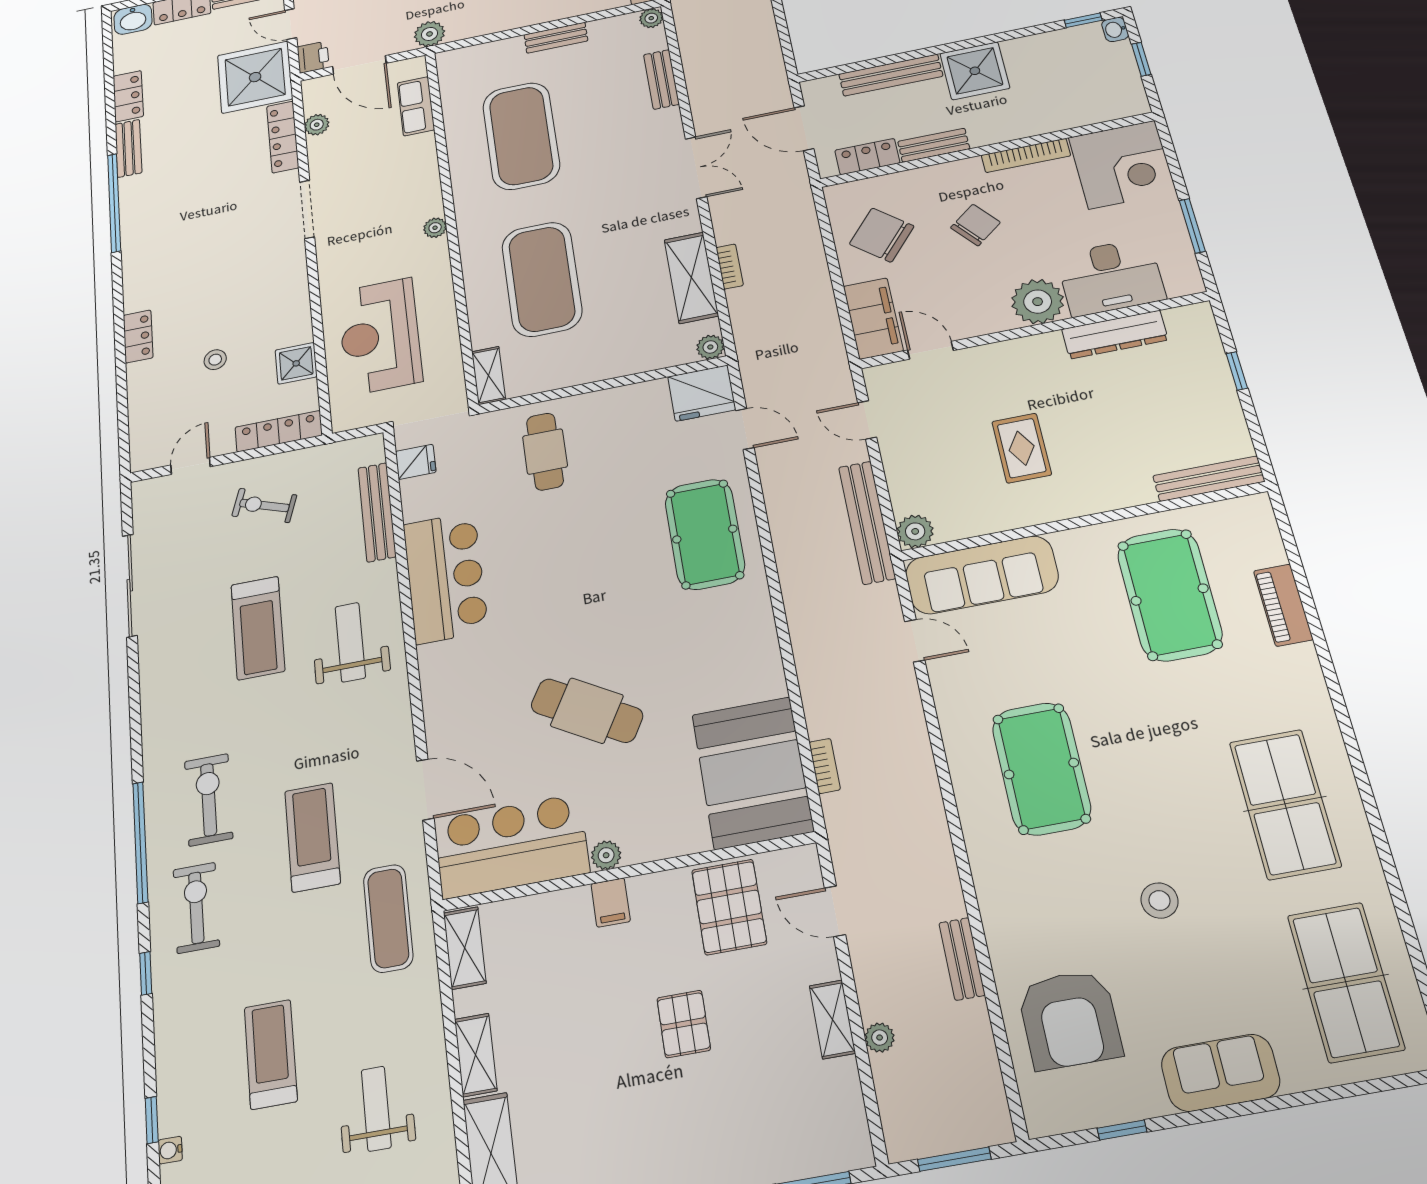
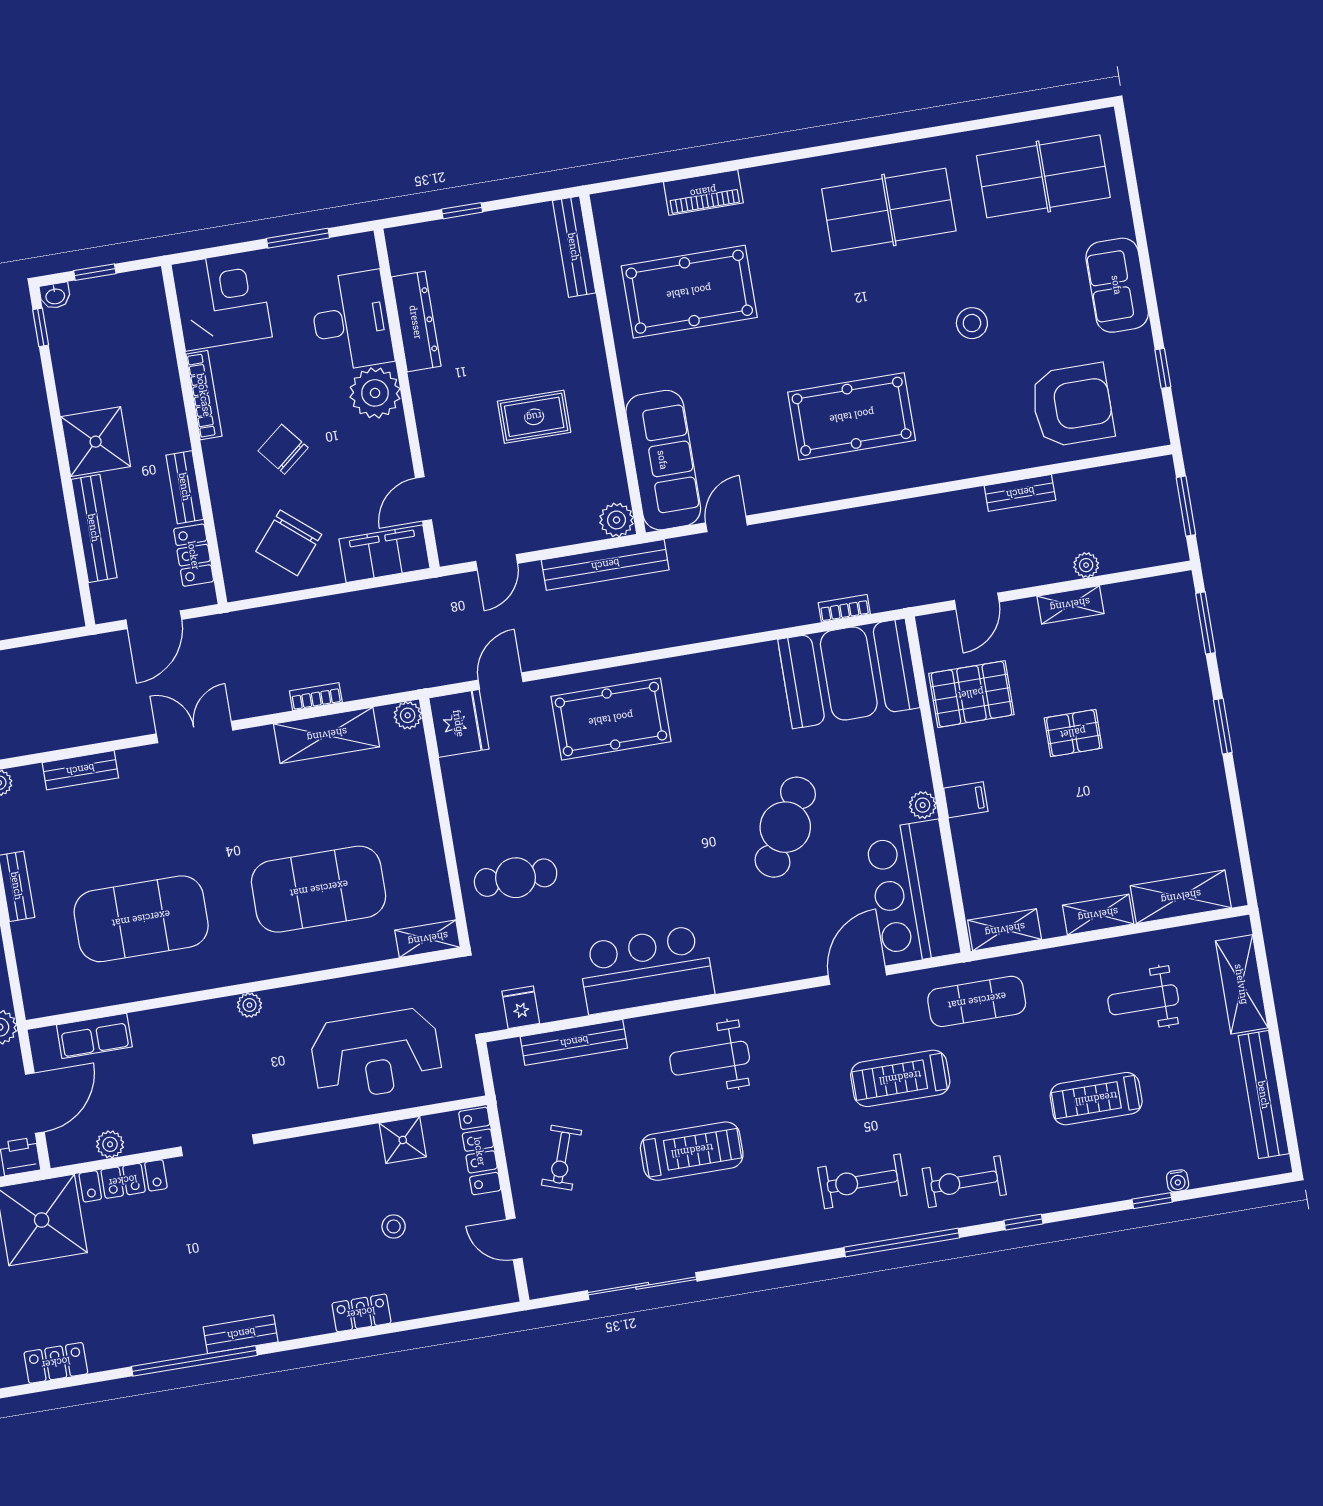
bench: (129, 148) -> (241, 1334), moved

